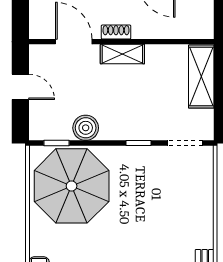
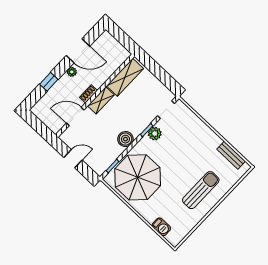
shelving: (201, 77) -> (125, 77), moved, turned 90
boiler: (86, 128) -> (125, 139), moved
plant: (144, 157) -> (155, 134), added

